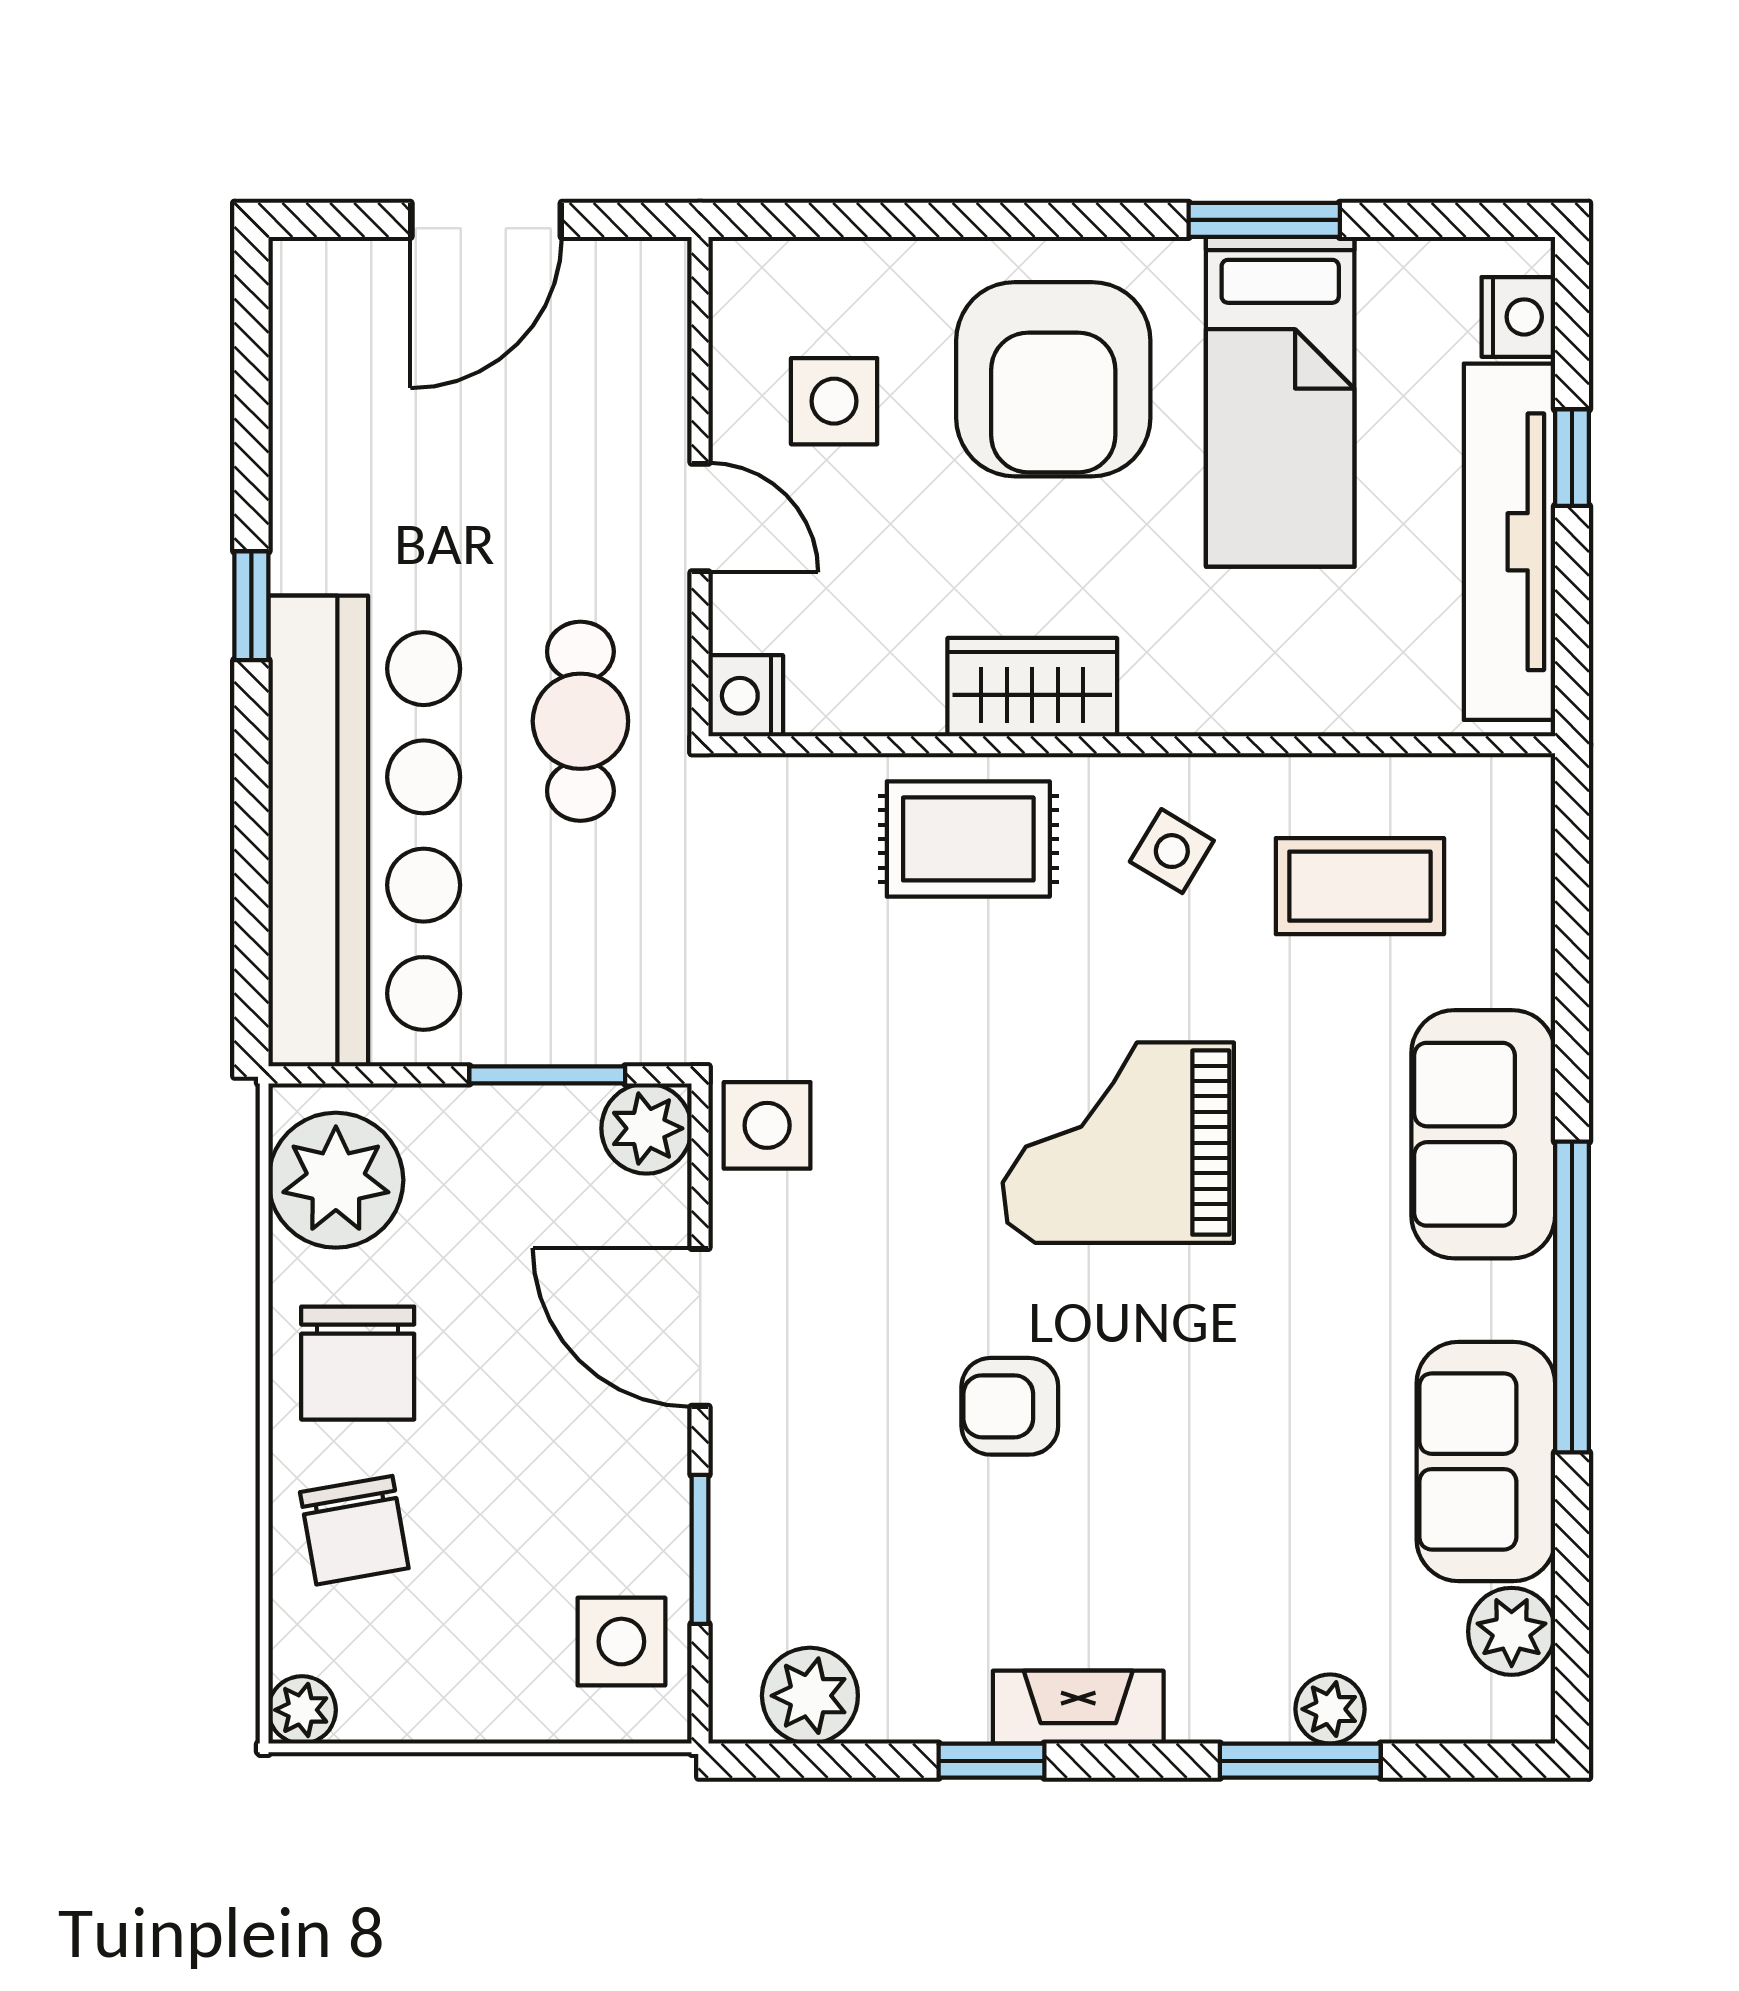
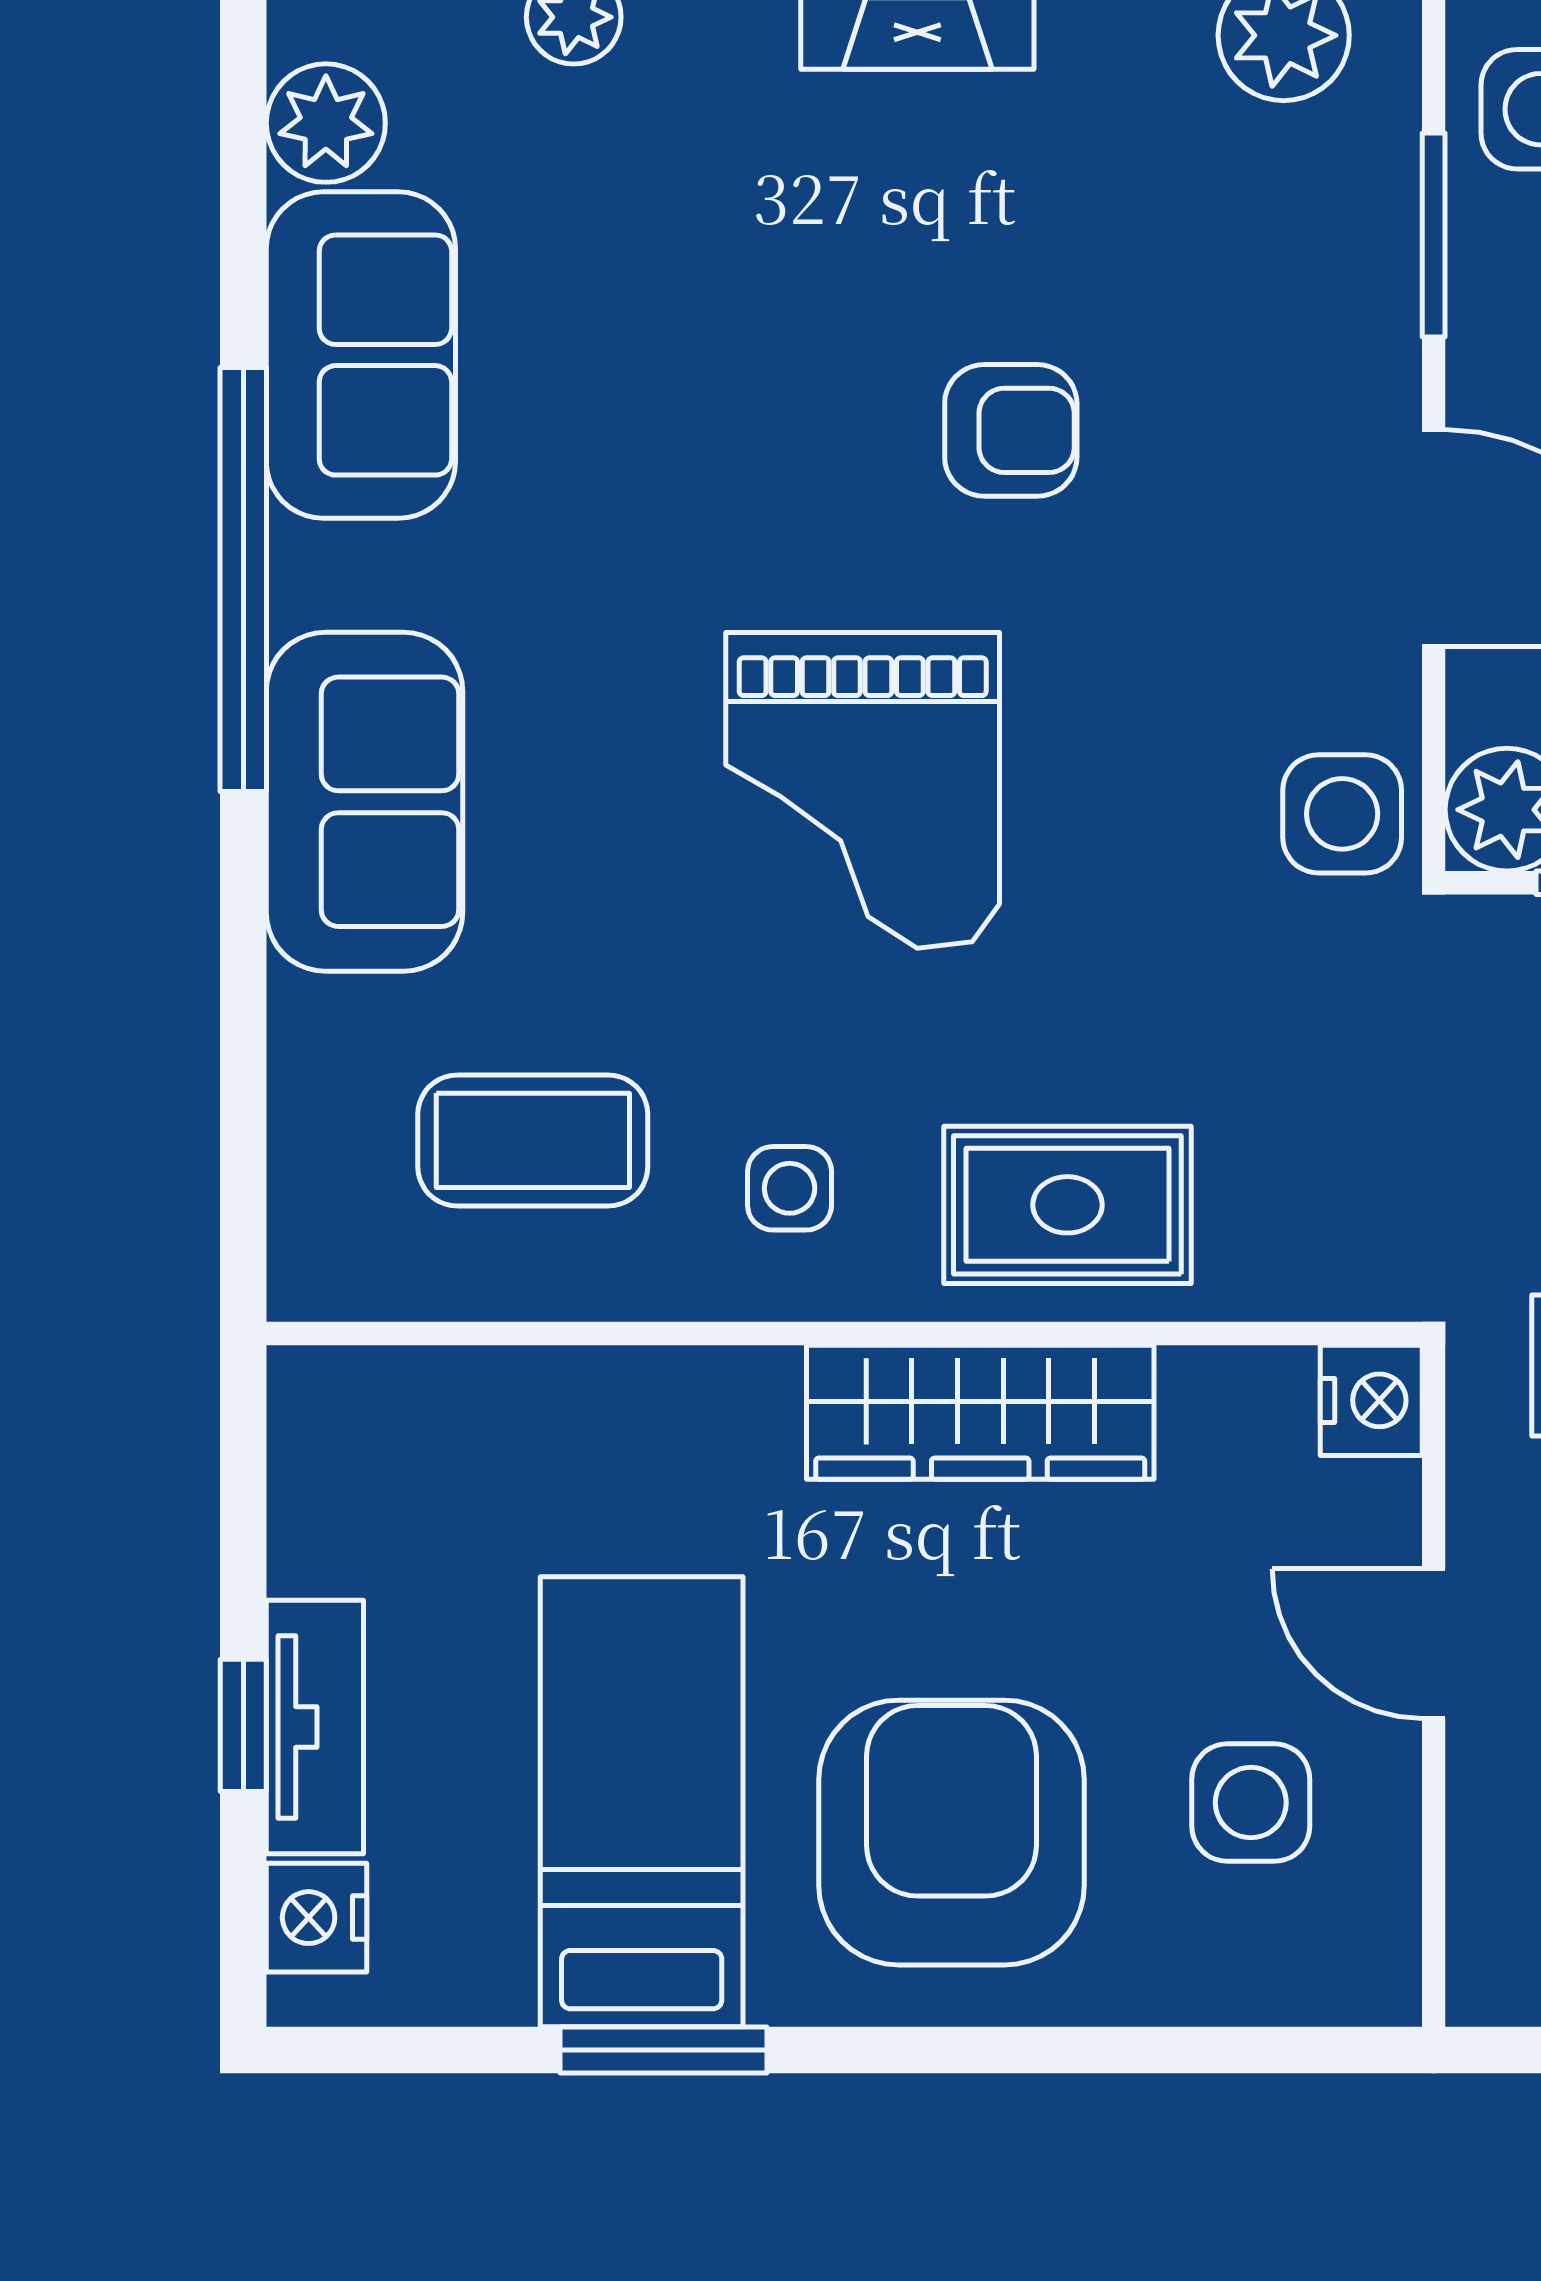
tv unit: (1509, 542) -> (315, 1727), width x0.52, depth x0.78
wardrobe: (1032, 687) -> (980, 1412), width x1.50
side table: (1172, 851) -> (790, 1188), turned -31
grand piano: (1118, 1143) -> (863, 790), turned 90

